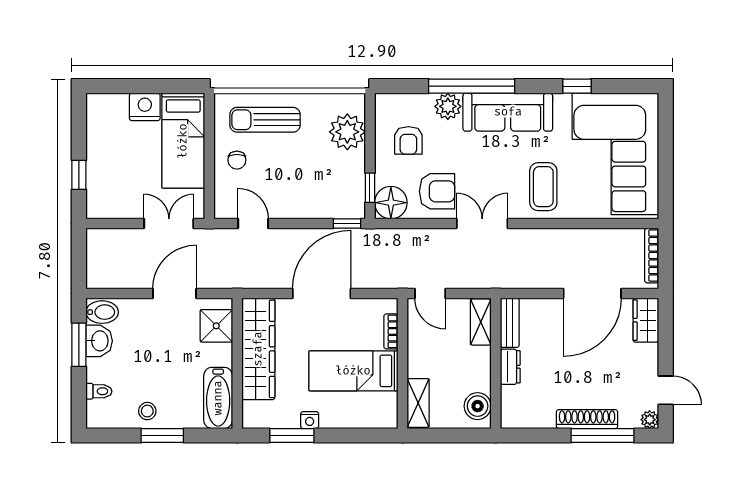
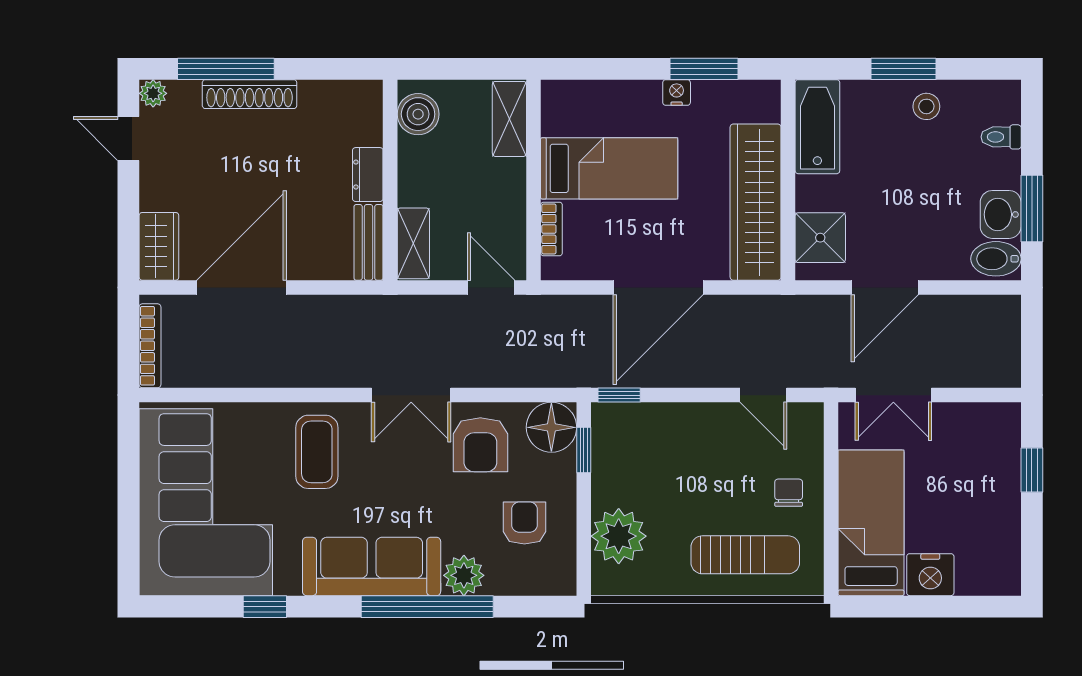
armchair: (437, 191) -> (480, 445), turned -90

